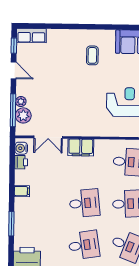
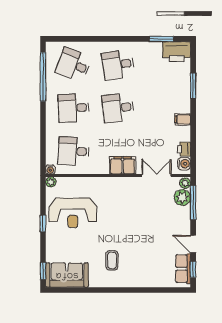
row of seats: (31, 36) -> (183, 269), moved, turned -90
plant: (21, 102) -> (185, 183), moved

